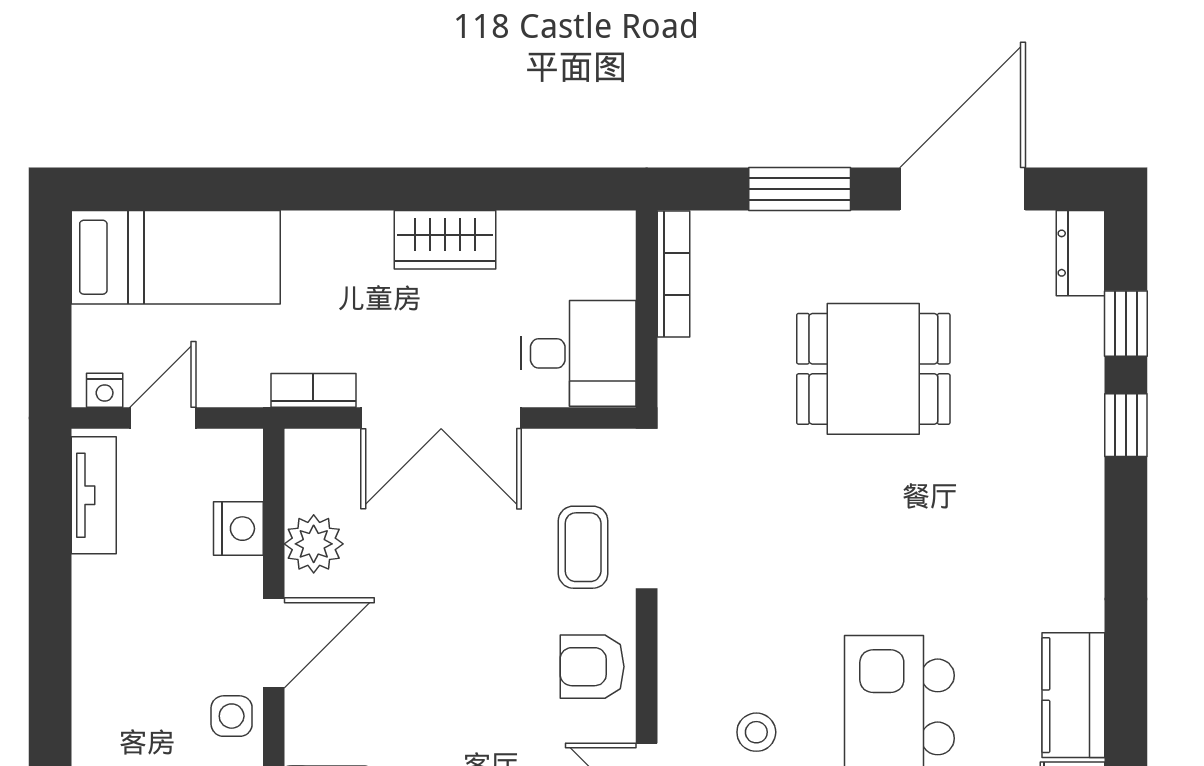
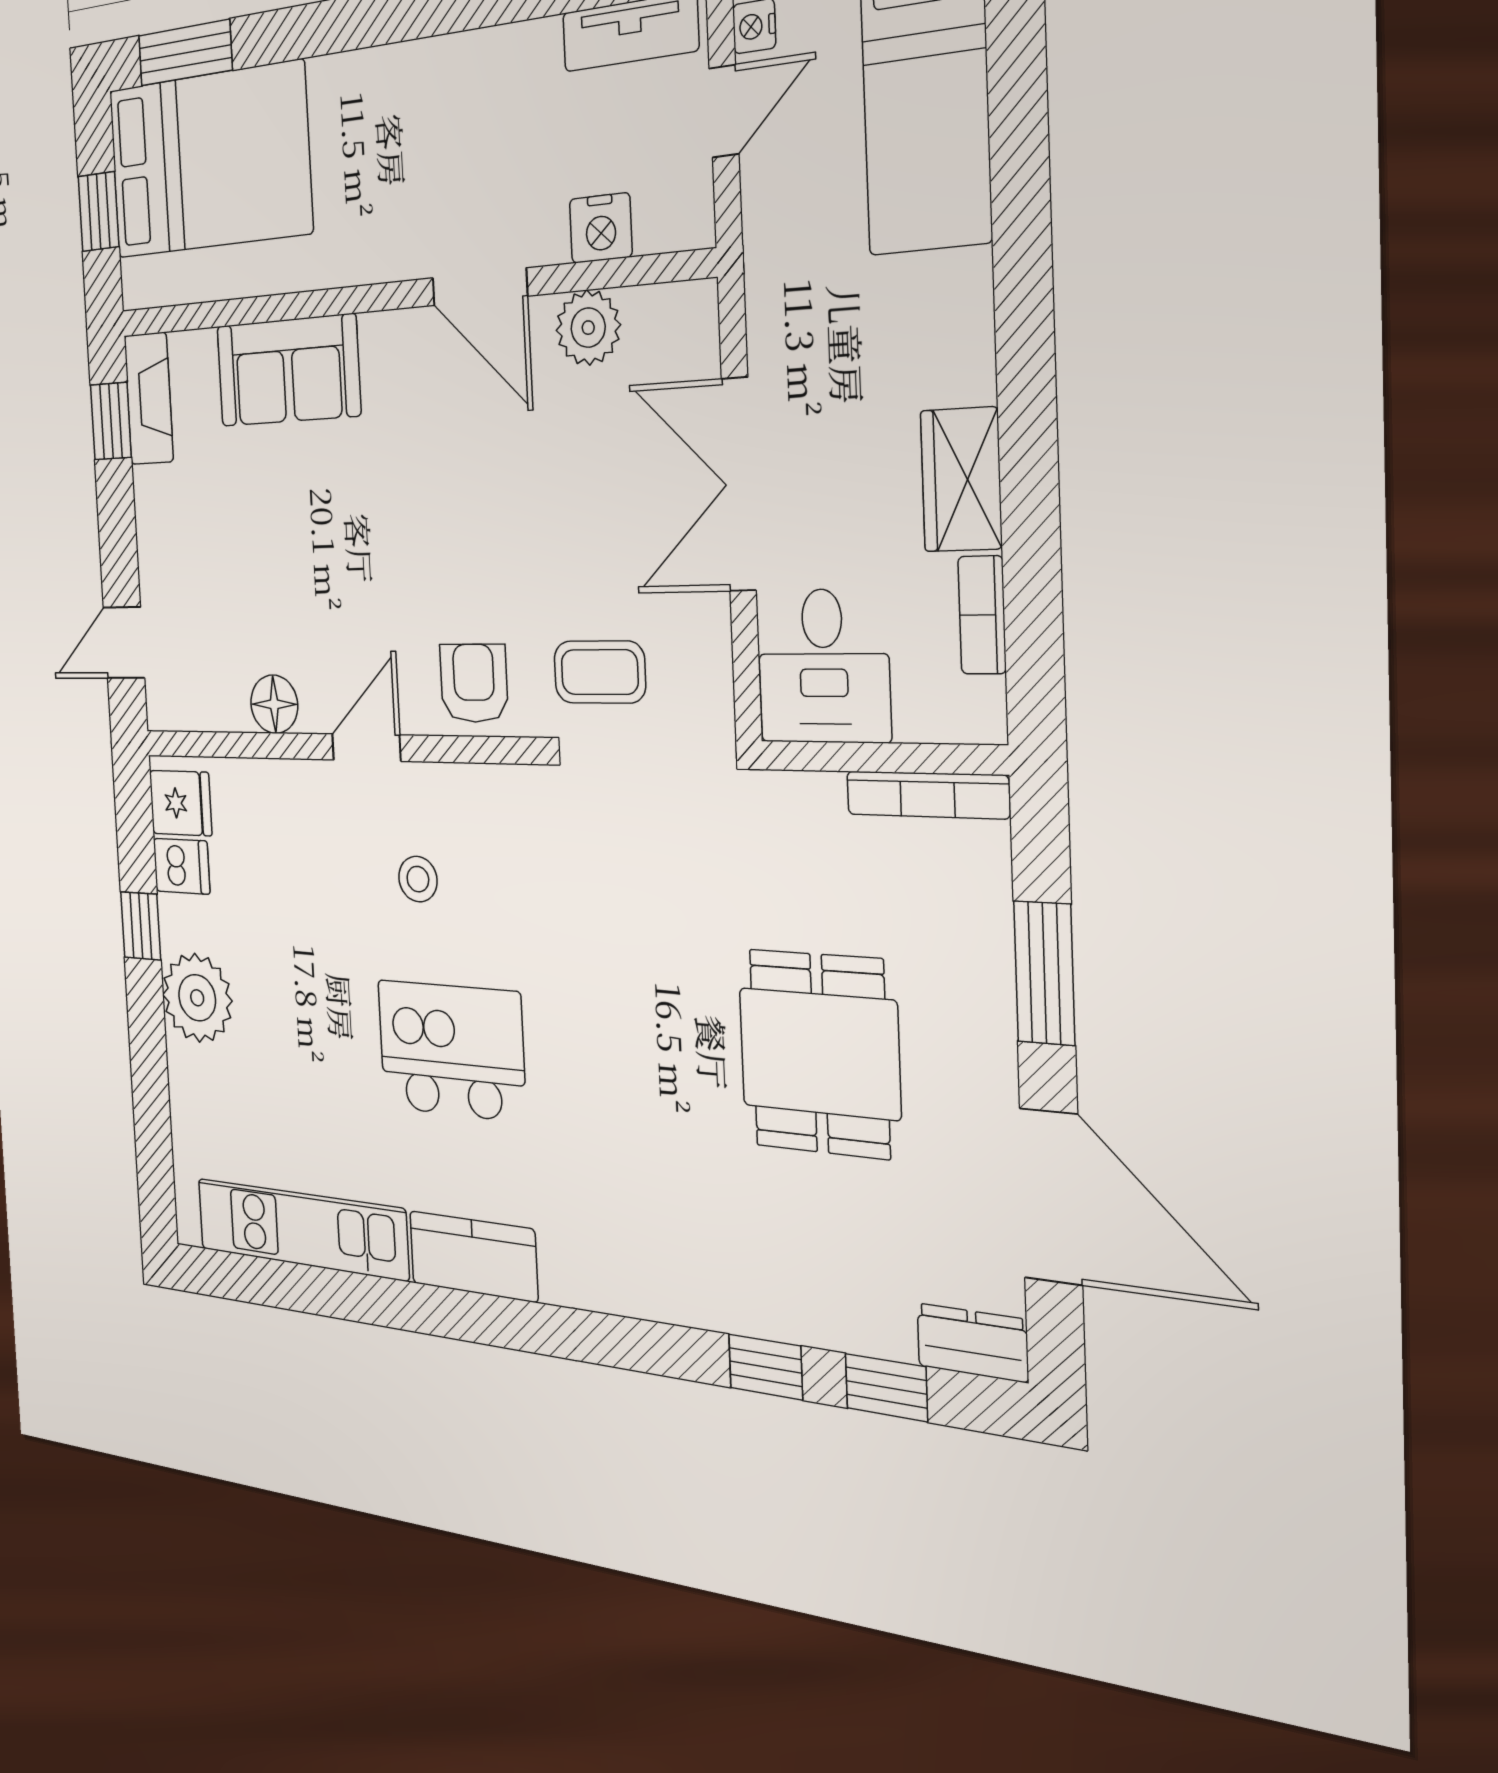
bookcase: (313, 390) -> (982, 615), moved, turned 180
door: (163, 418) -> (724, 111), hinge flipped
side table: (232, 716) -> (402, 242), removed

